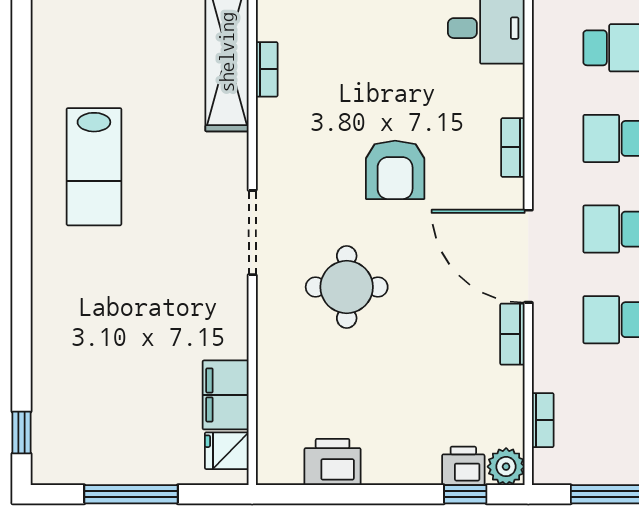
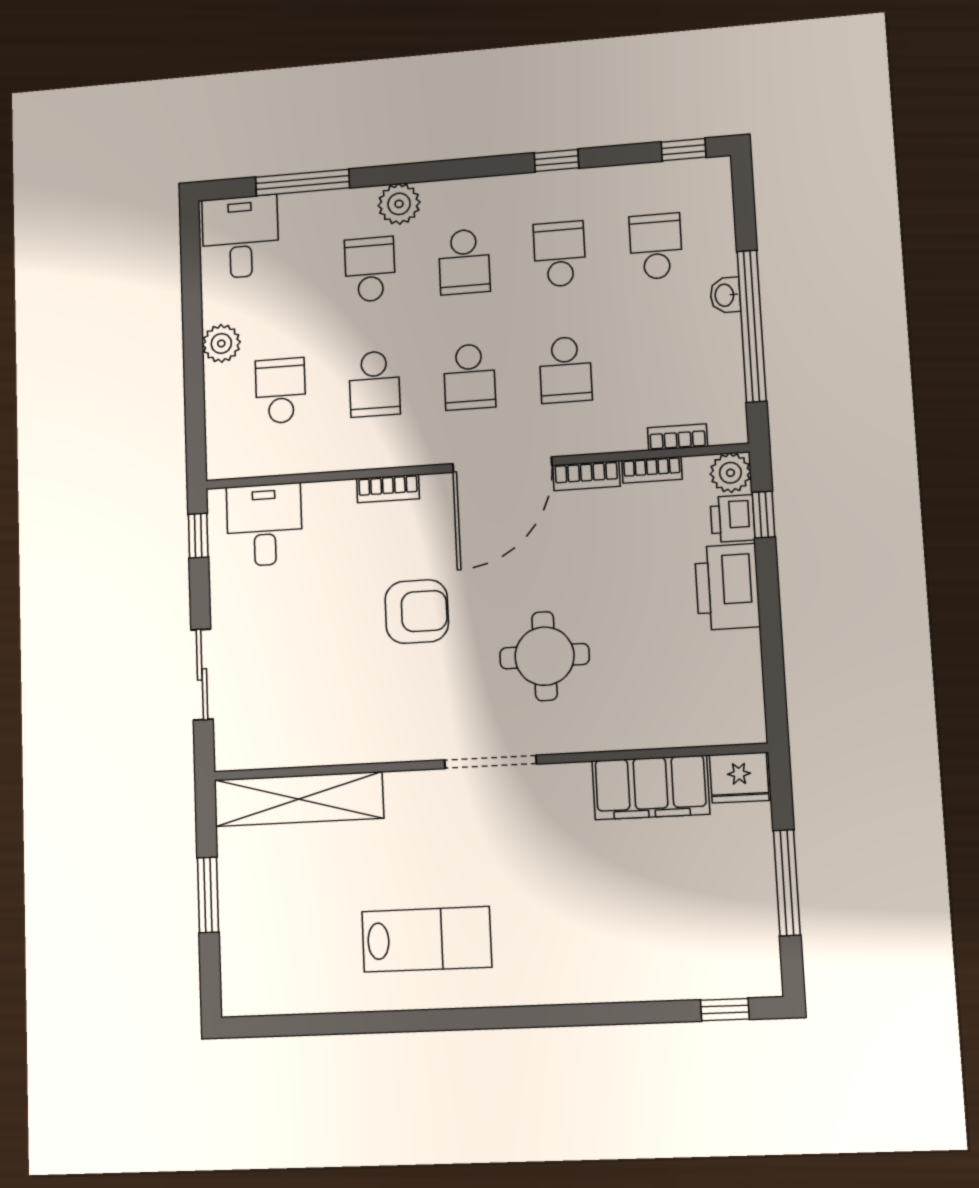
bookcase: (267, 69) -> (652, 470), moved, turned 180
filing cabinet: (226, 395) -> (651, 787), width x1.50, depth x1.17
fridge: (227, 451) -> (739, 778), width x1.38
printer: (333, 462) -> (727, 587), moved, width x1.37, depth x1.19

